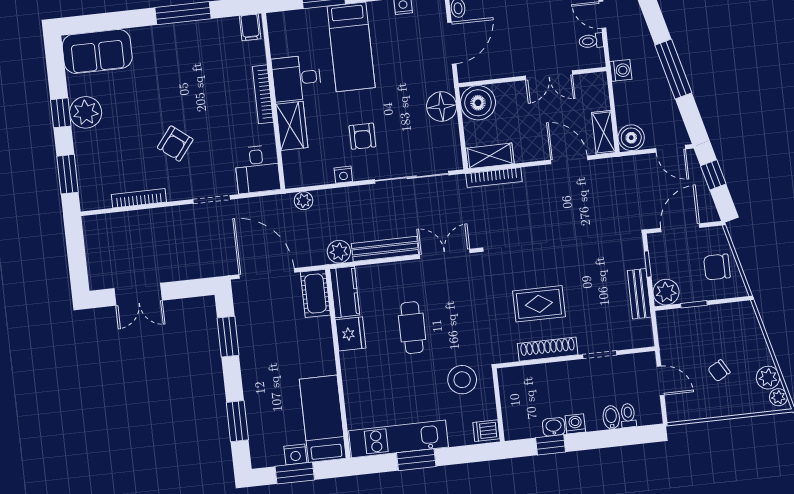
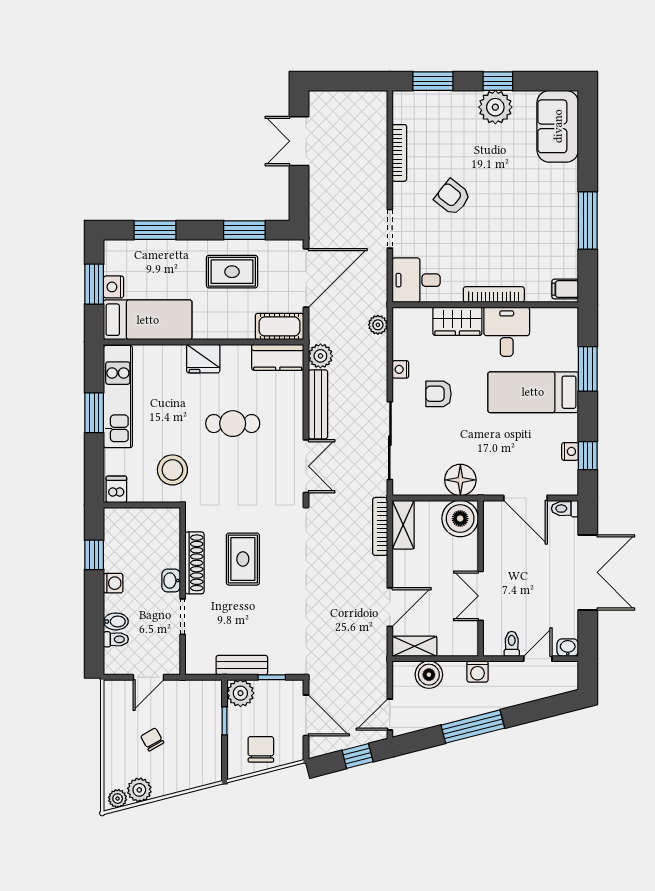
boiler: (631, 138) -> (429, 675), moved
fridge: (351, 334) -> (203, 359), moved
rug: (269, 344) -> (232, 272), added
washbasin: (554, 427) -> (171, 581), moved, turned 180

